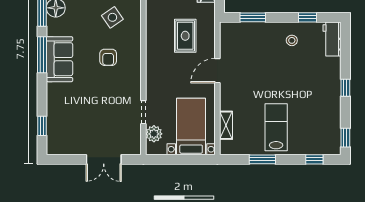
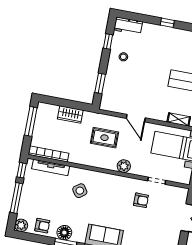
armchair: (108, 57) -> (141, 200), moved
plant: (154, 134) -> (124, 166), moved

